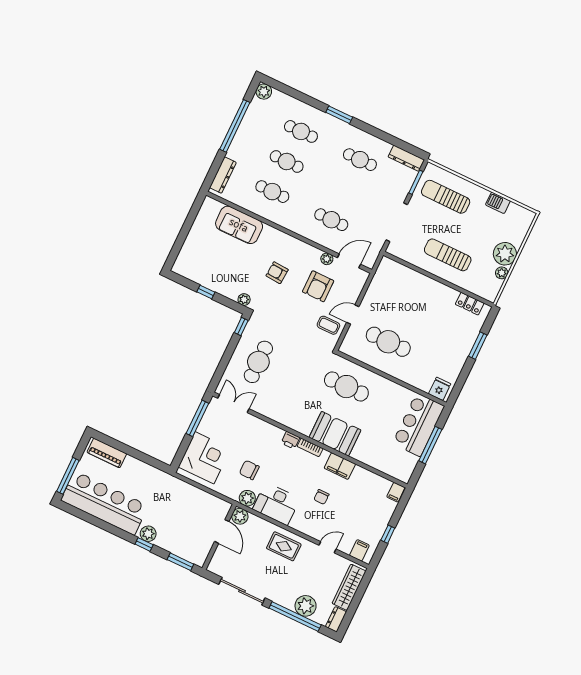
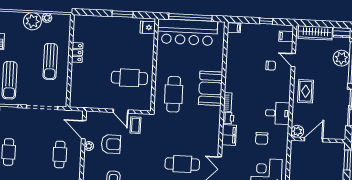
locker: (470, 304) -> (77, 52), moved
cafe table: (388, 342) -> (129, 78), turned 90
window: (478, 346) -> (122, 14), moved
bar counter: (418, 425) -> (187, 32), width x1.36
window: (430, 445) -> (190, 17), width x1.46
filing cabinet: (340, 466) -> (229, 135), moved
chair: (321, 497) -> (271, 66), moved
plant: (247, 498) -> (282, 131), removed
desk: (276, 504) -> (278, 113), width x0.73

